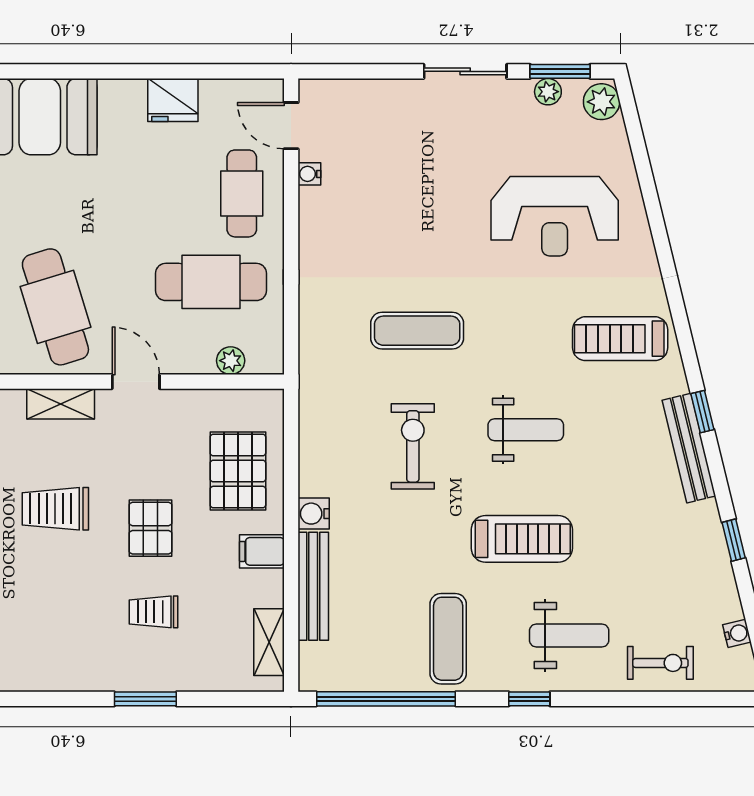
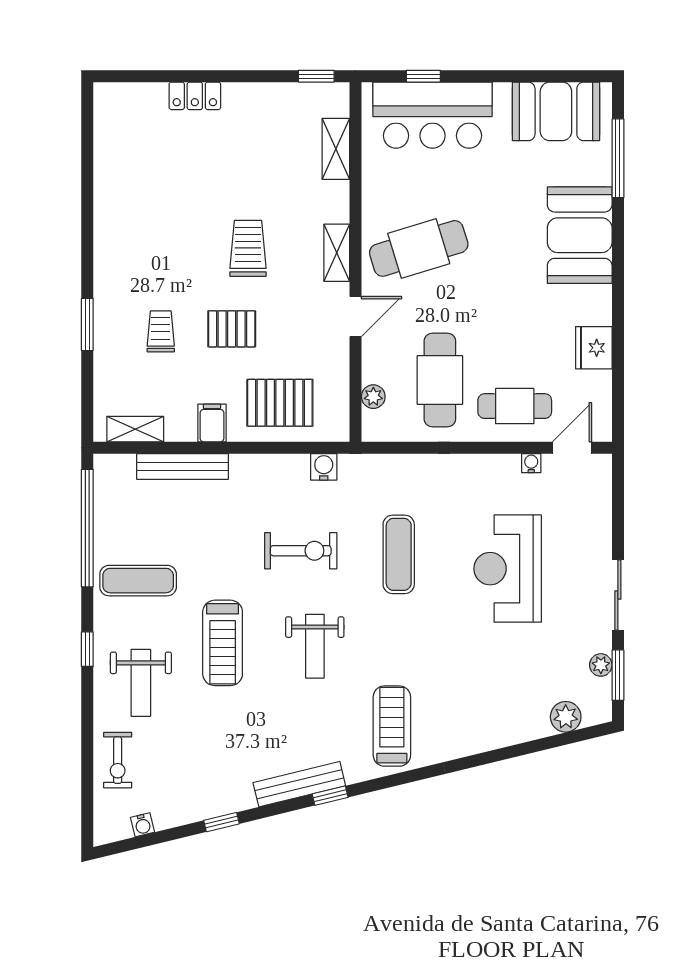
plant: (602, 102) -> (566, 717), moved
reception desk: (555, 216) -> (508, 569), moved
water cooler: (314, 514) -> (324, 467), moved

